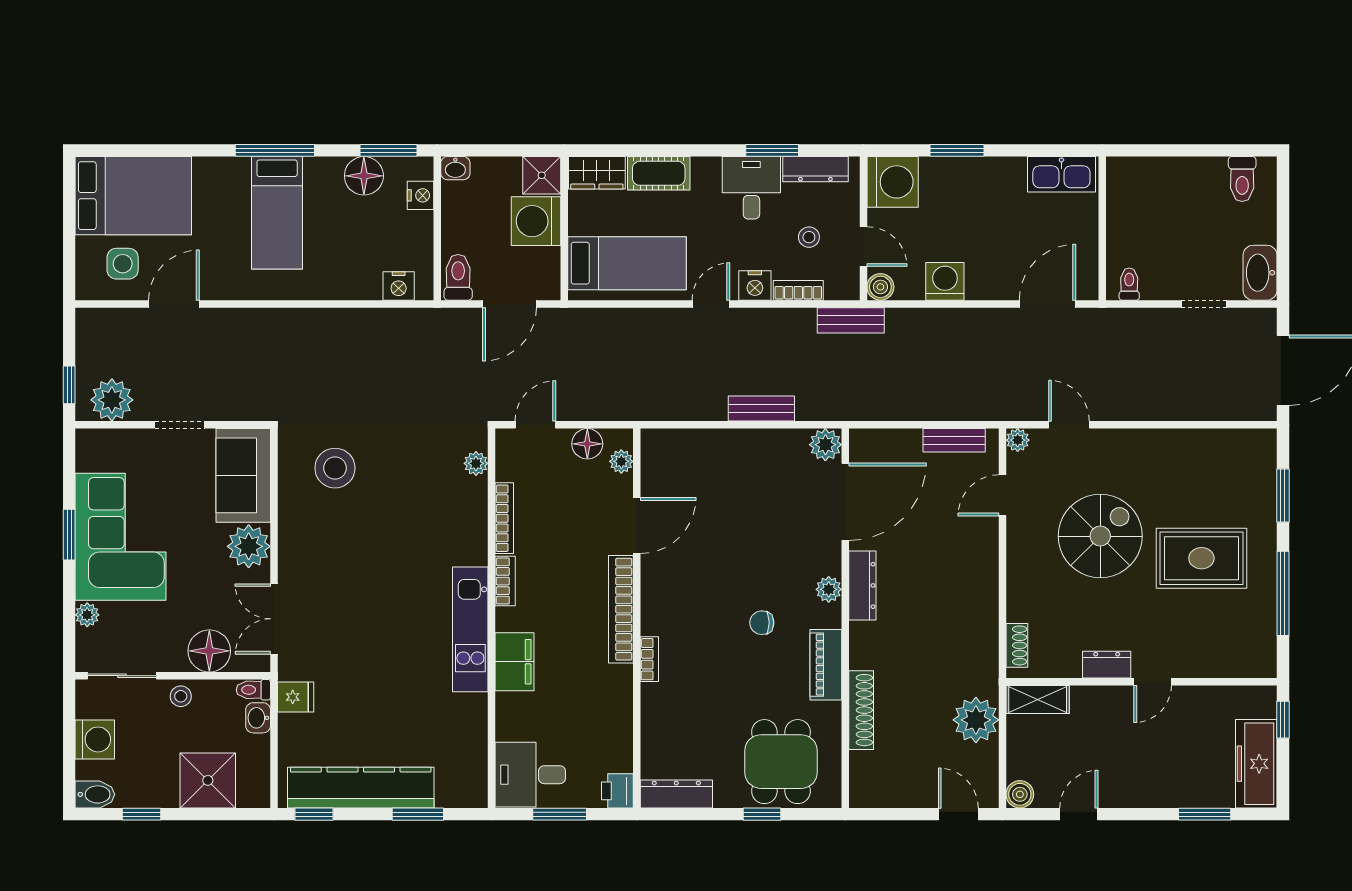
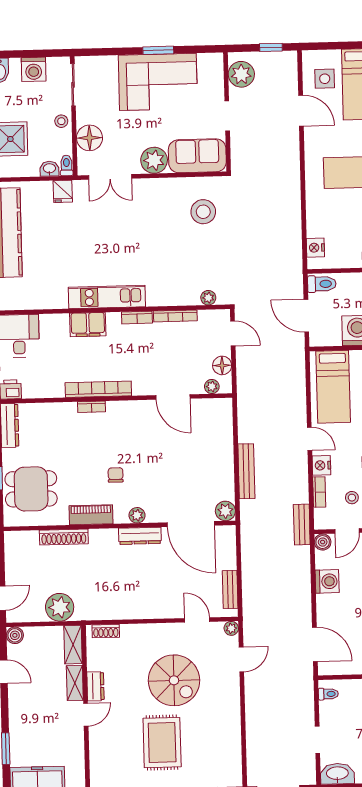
window: (69, 385) -> (271, 47), moved
bench: (761, 409) -> (246, 471), width x1.36
bookcase: (621, 609) -> (98, 389), moved
plant: (87, 615) -> (110, 63), removed
double door: (274, 619) -> (110, 177), swing flipped
door: (1153, 682) -> (86, 715), swing flipped
shelving: (1100, 698) -> (75, 683), added

